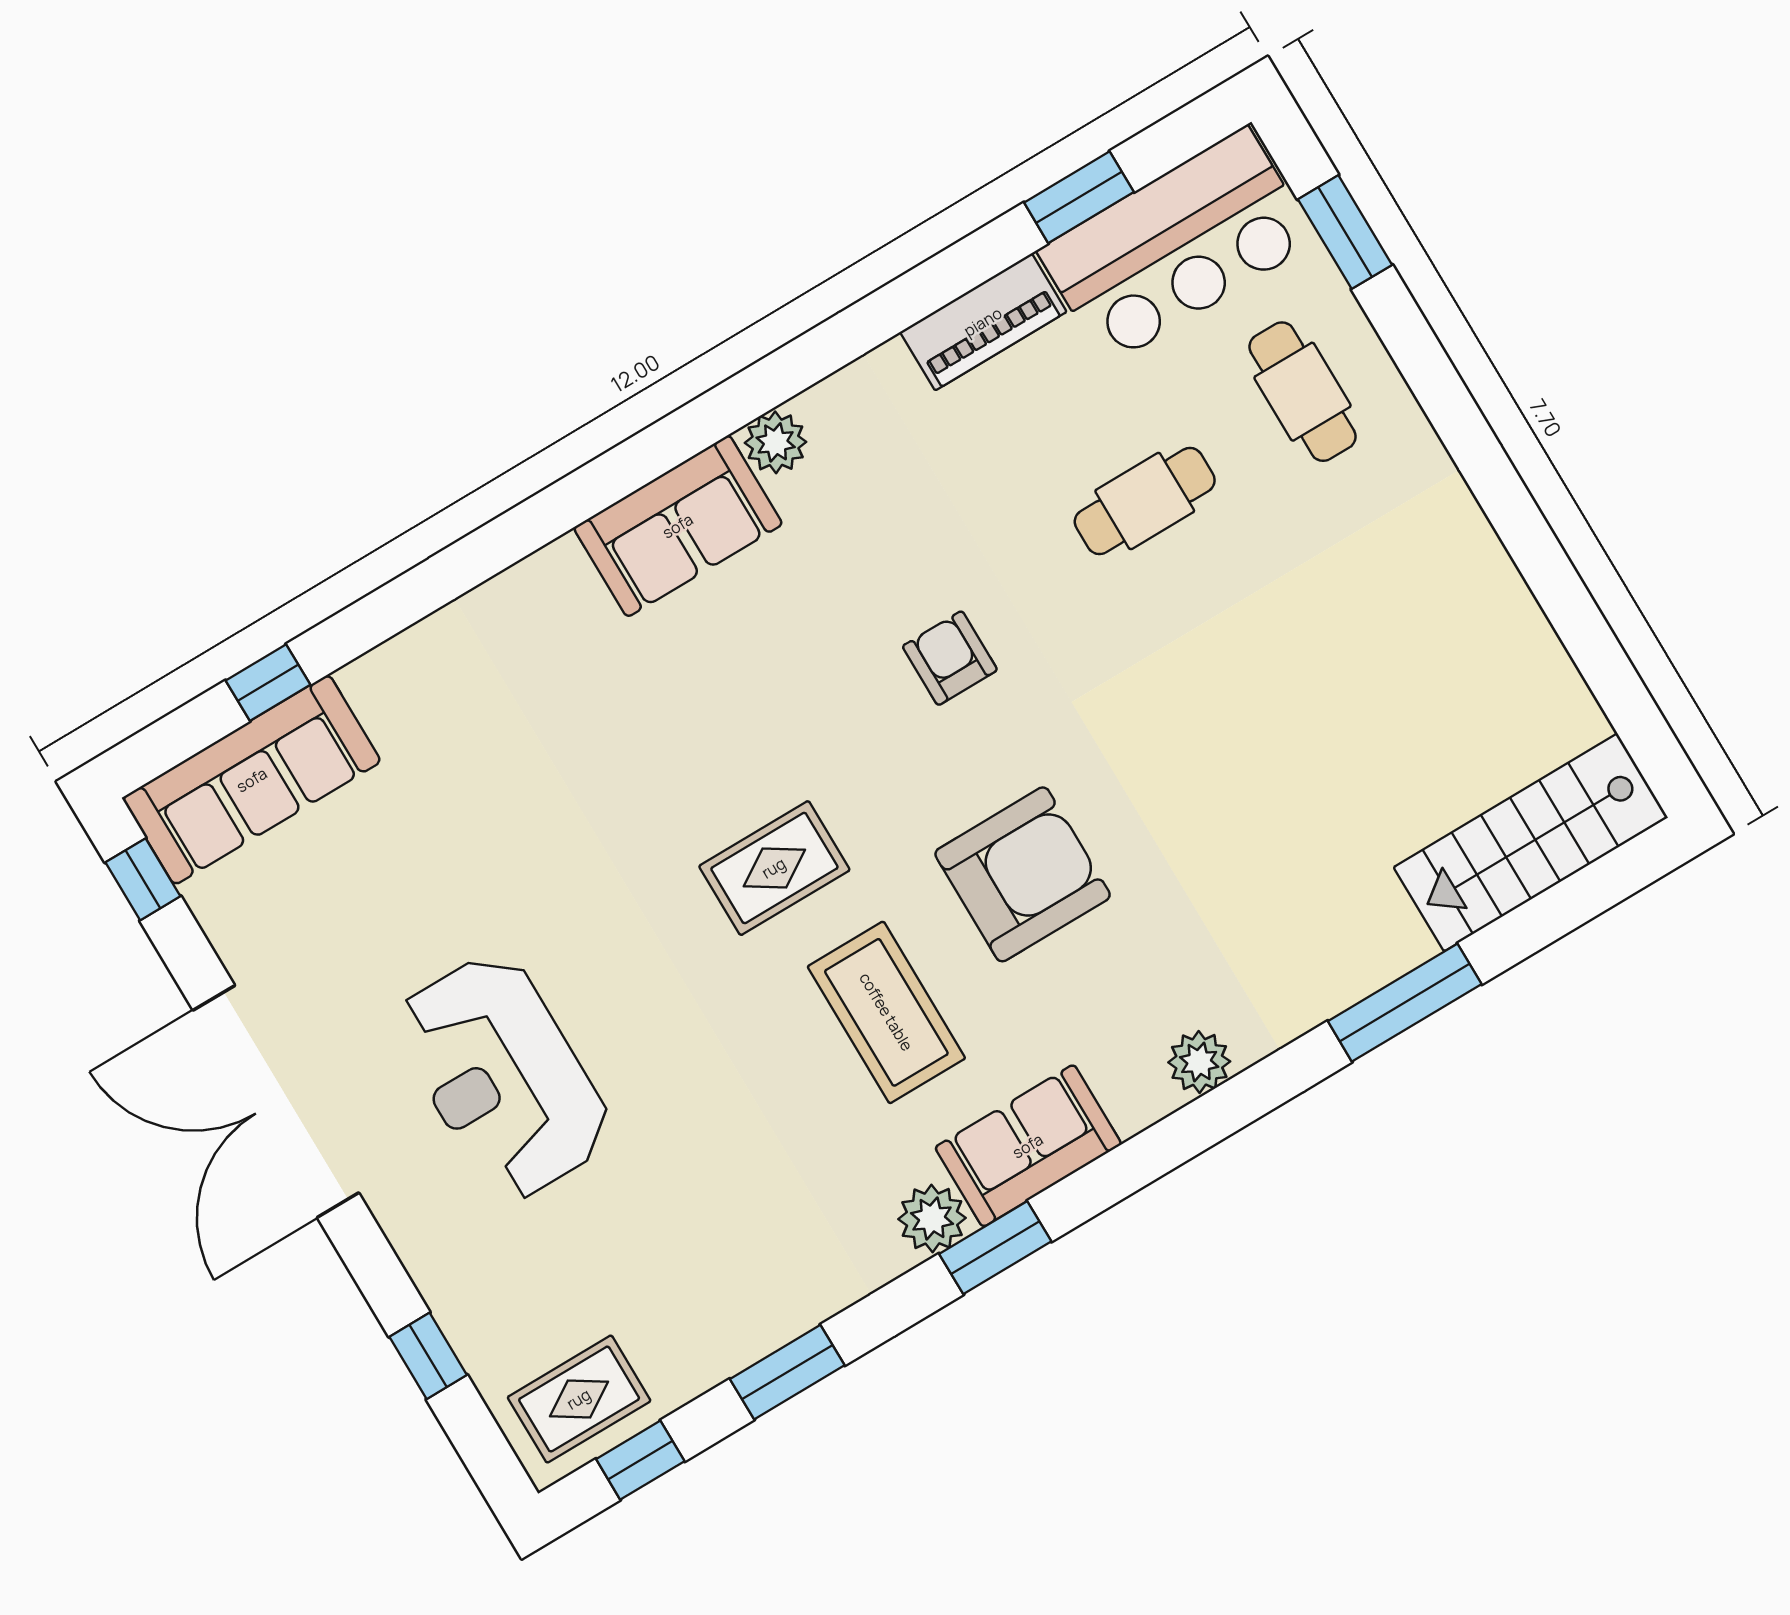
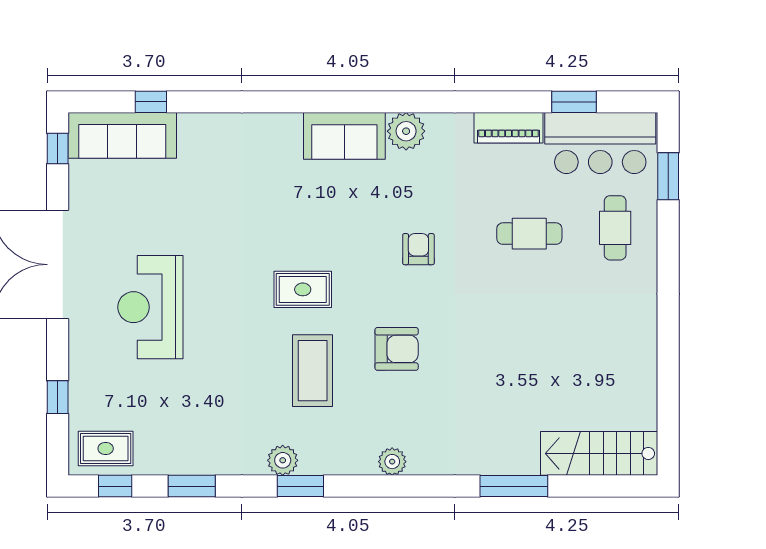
plant: (776, 442) -> (406, 131), width x1.36, depth x1.36
armchair: (1023, 874) -> (397, 349), width x0.73, depth x0.73
plant: (1199, 1062) -> (392, 462), moved
sofa: (1028, 1146) -> (336, 454), removed

